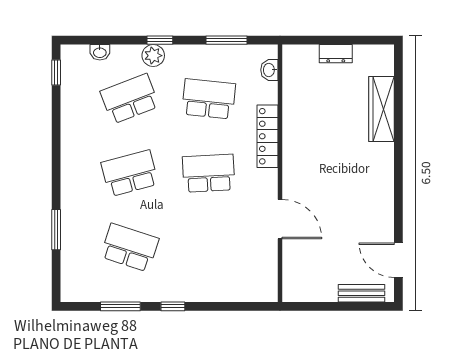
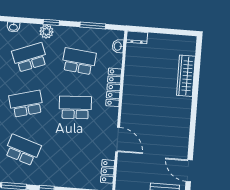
dresser: (336, 54) -> (137, 37), moved
locker: (268, 271) -> (108, 171), added

